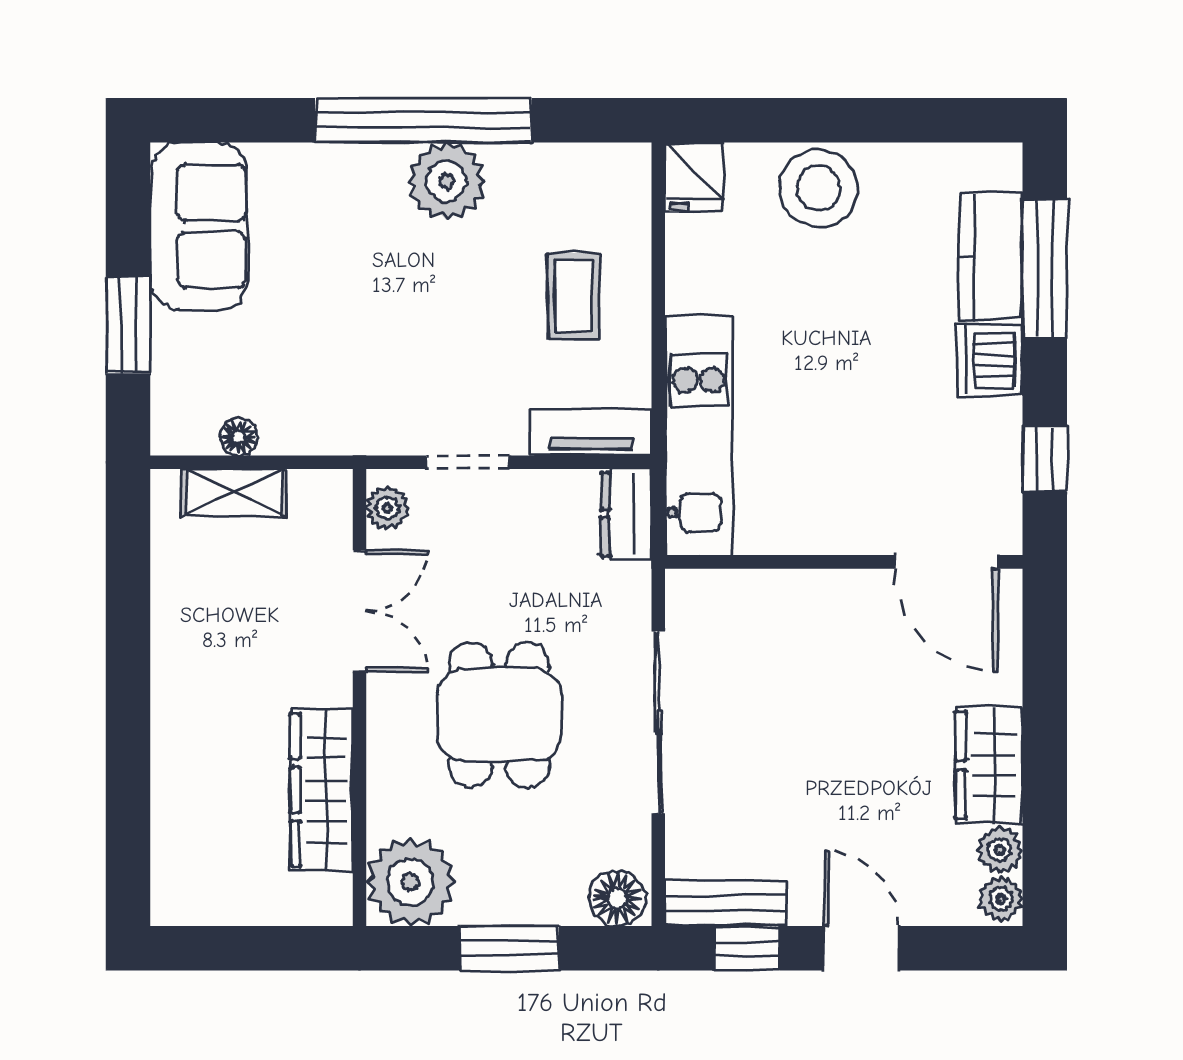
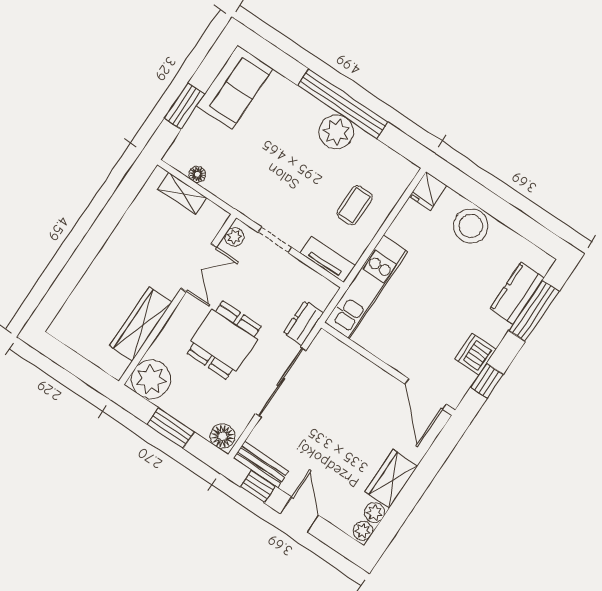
dishwasher: (989, 360) -> (475, 354), moved
dresser: (626, 514) -> (303, 323), moved

